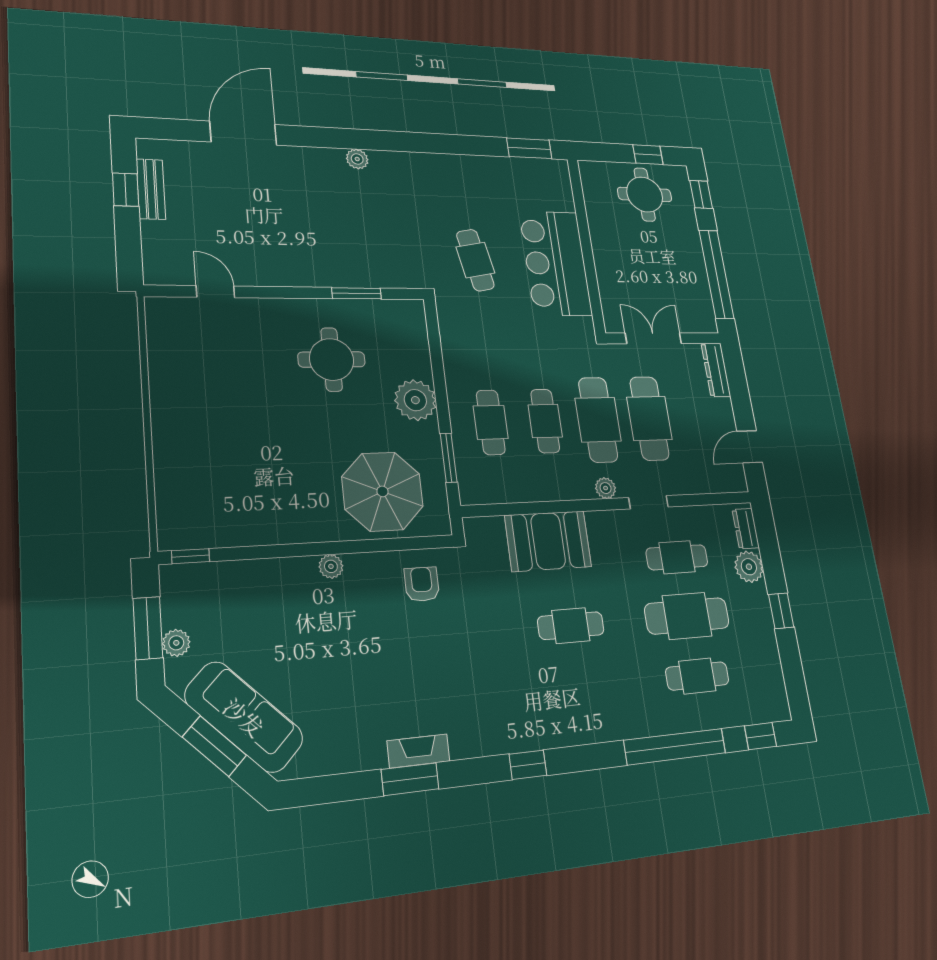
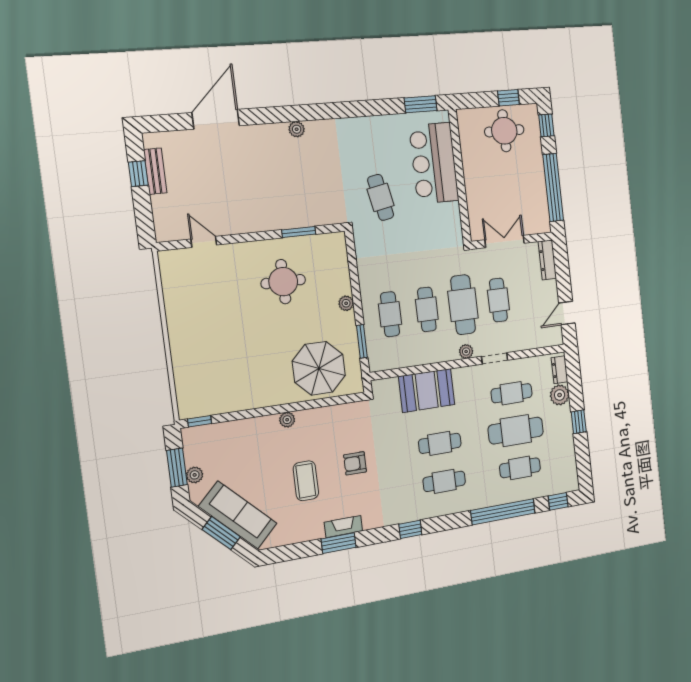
bar counter: (556, 263) -> (434, 163), moved
plant: (415, 400) -> (346, 303), width x0.53, depth x0.53
cafe table: (649, 418) -> (498, 300), width x0.73, depth x0.74
armchair: (422, 584) -> (355, 463), moved, turned -90
coffee table: (358, 668) -> (306, 481), added
cafe table: (580, 688) -> (444, 481), added

